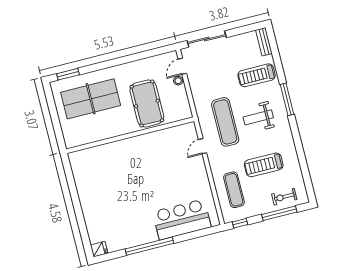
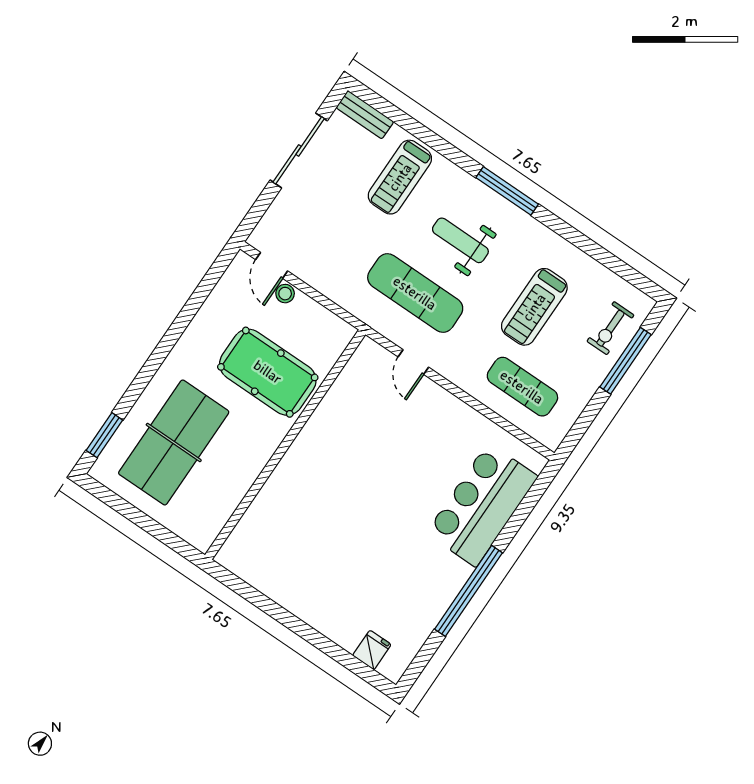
sliding door: (207, 39) -> (299, 150), moved
window: (287, 99) -> (507, 191), moved
weight bench: (258, 117) -> (460, 240), turned 90
window: (240, 223) -> (578, 430), removed
fridge: (99, 249) -> (372, 650), moved

